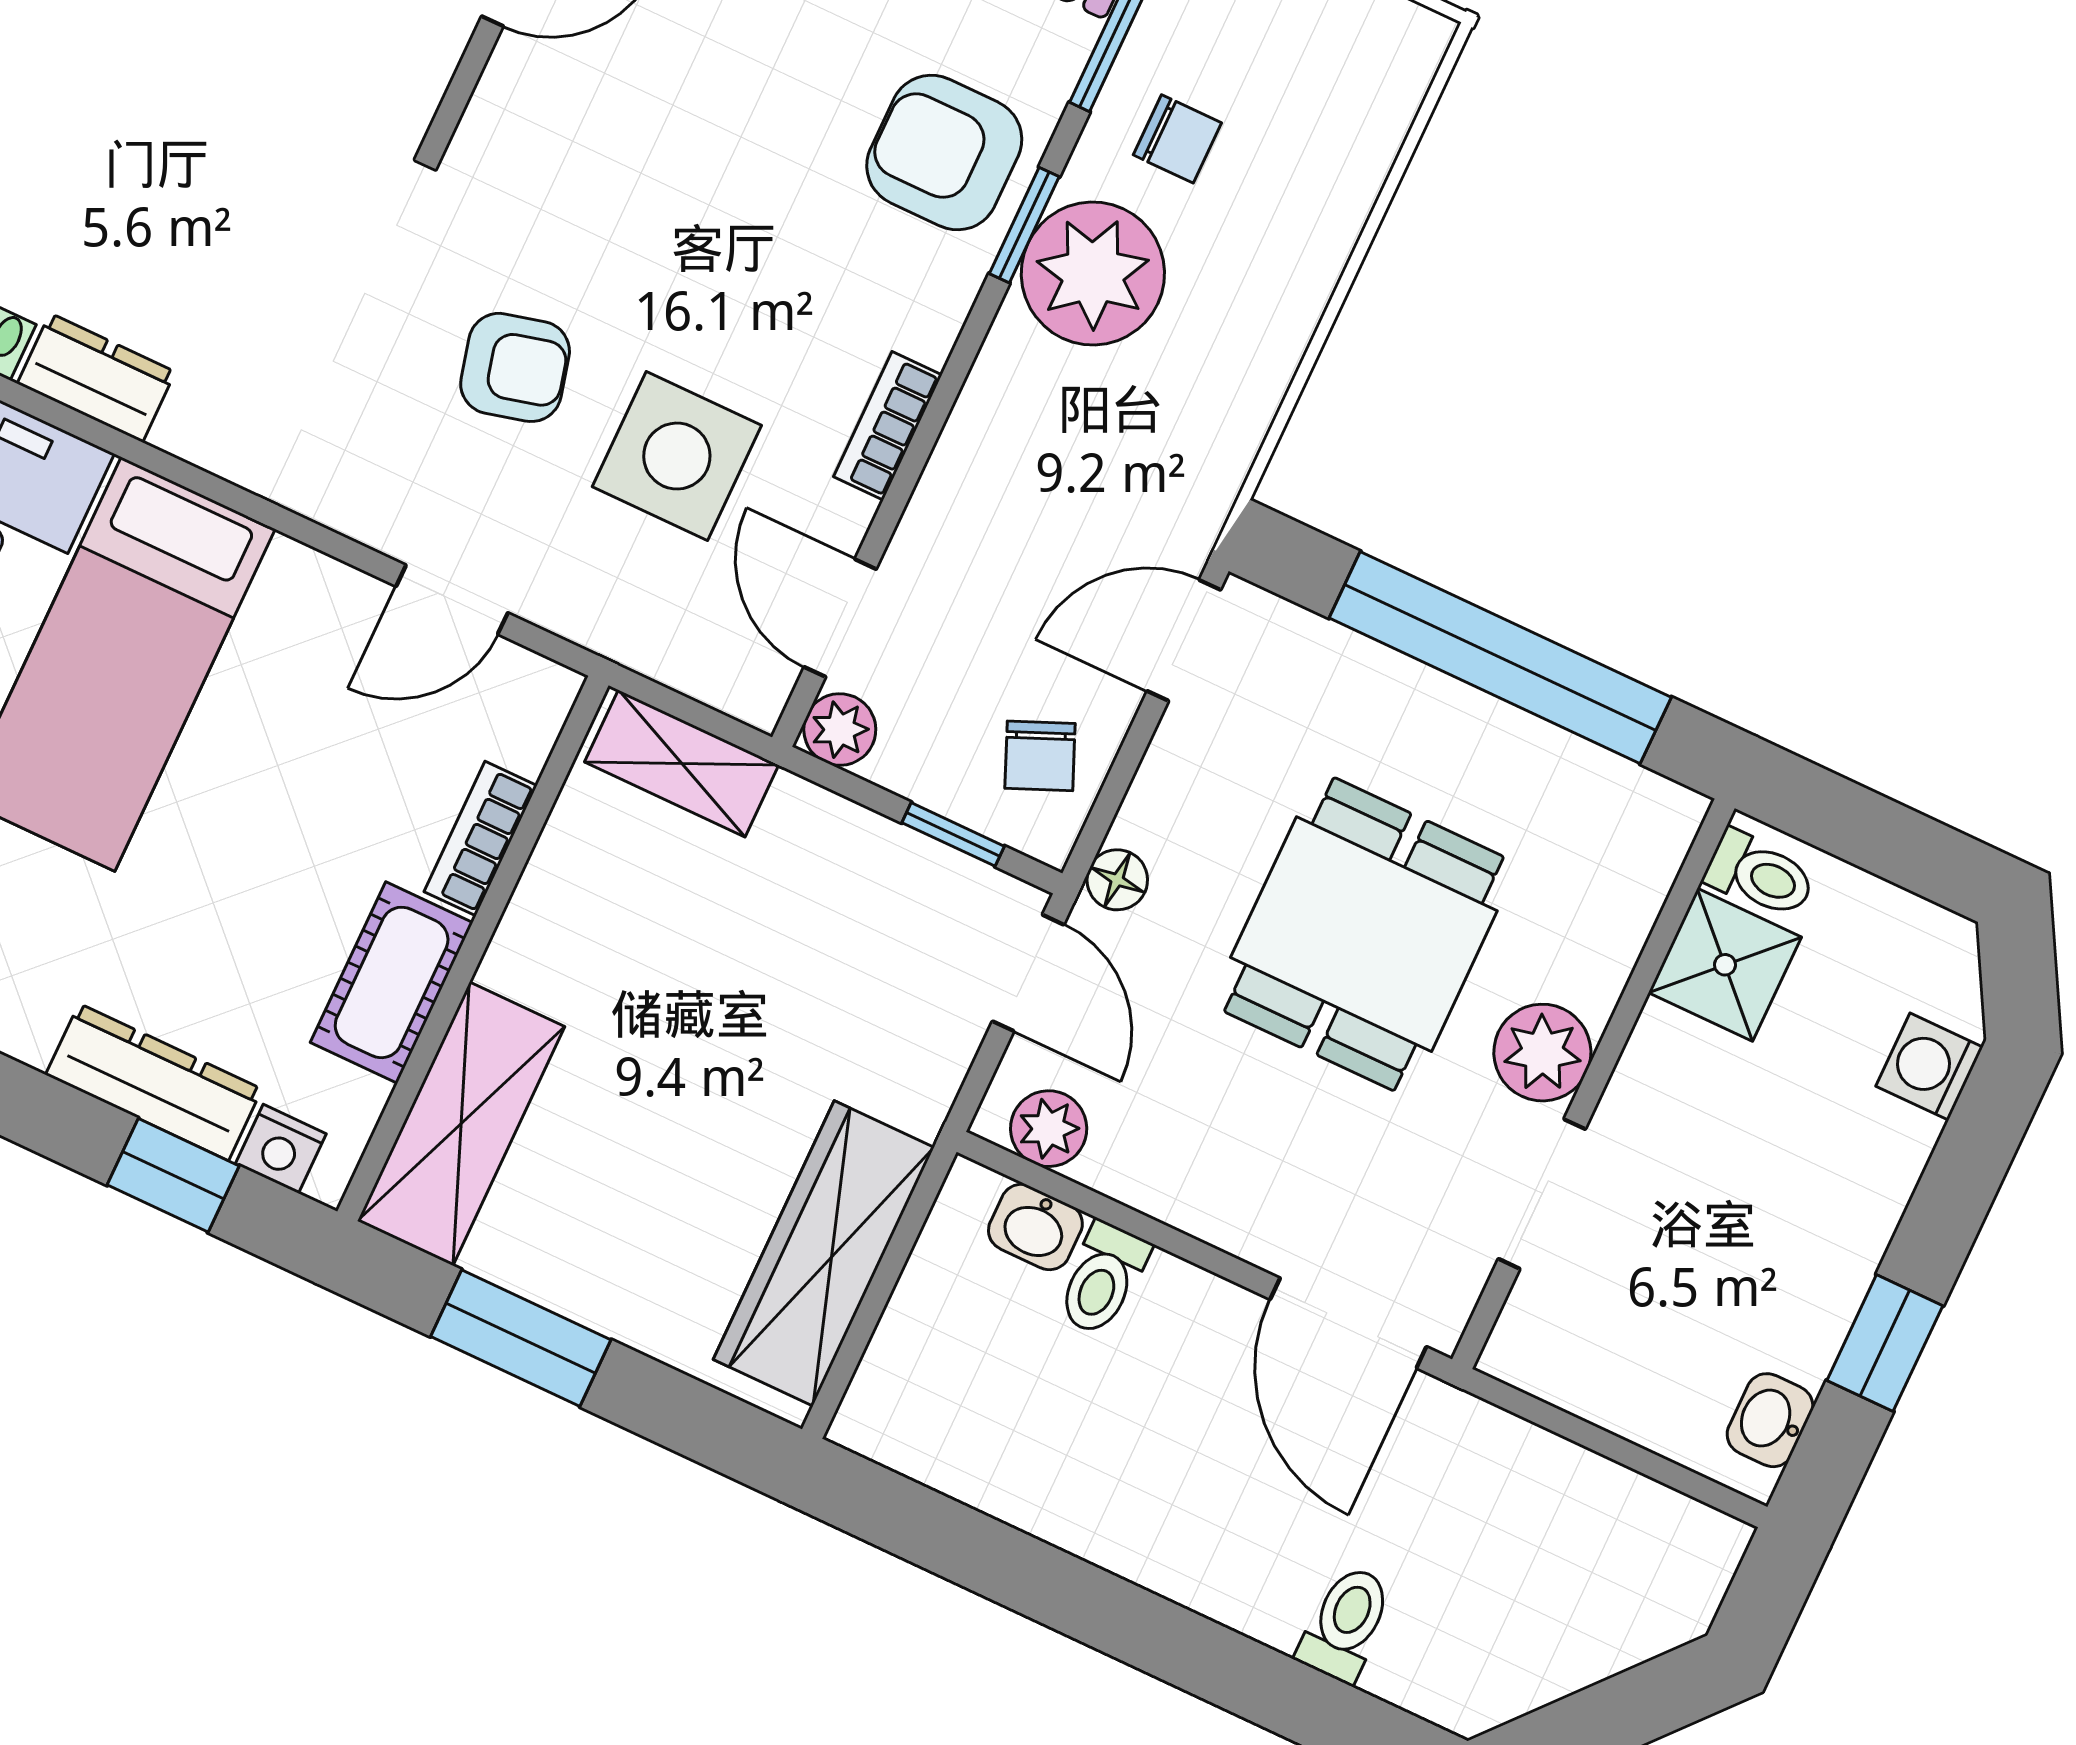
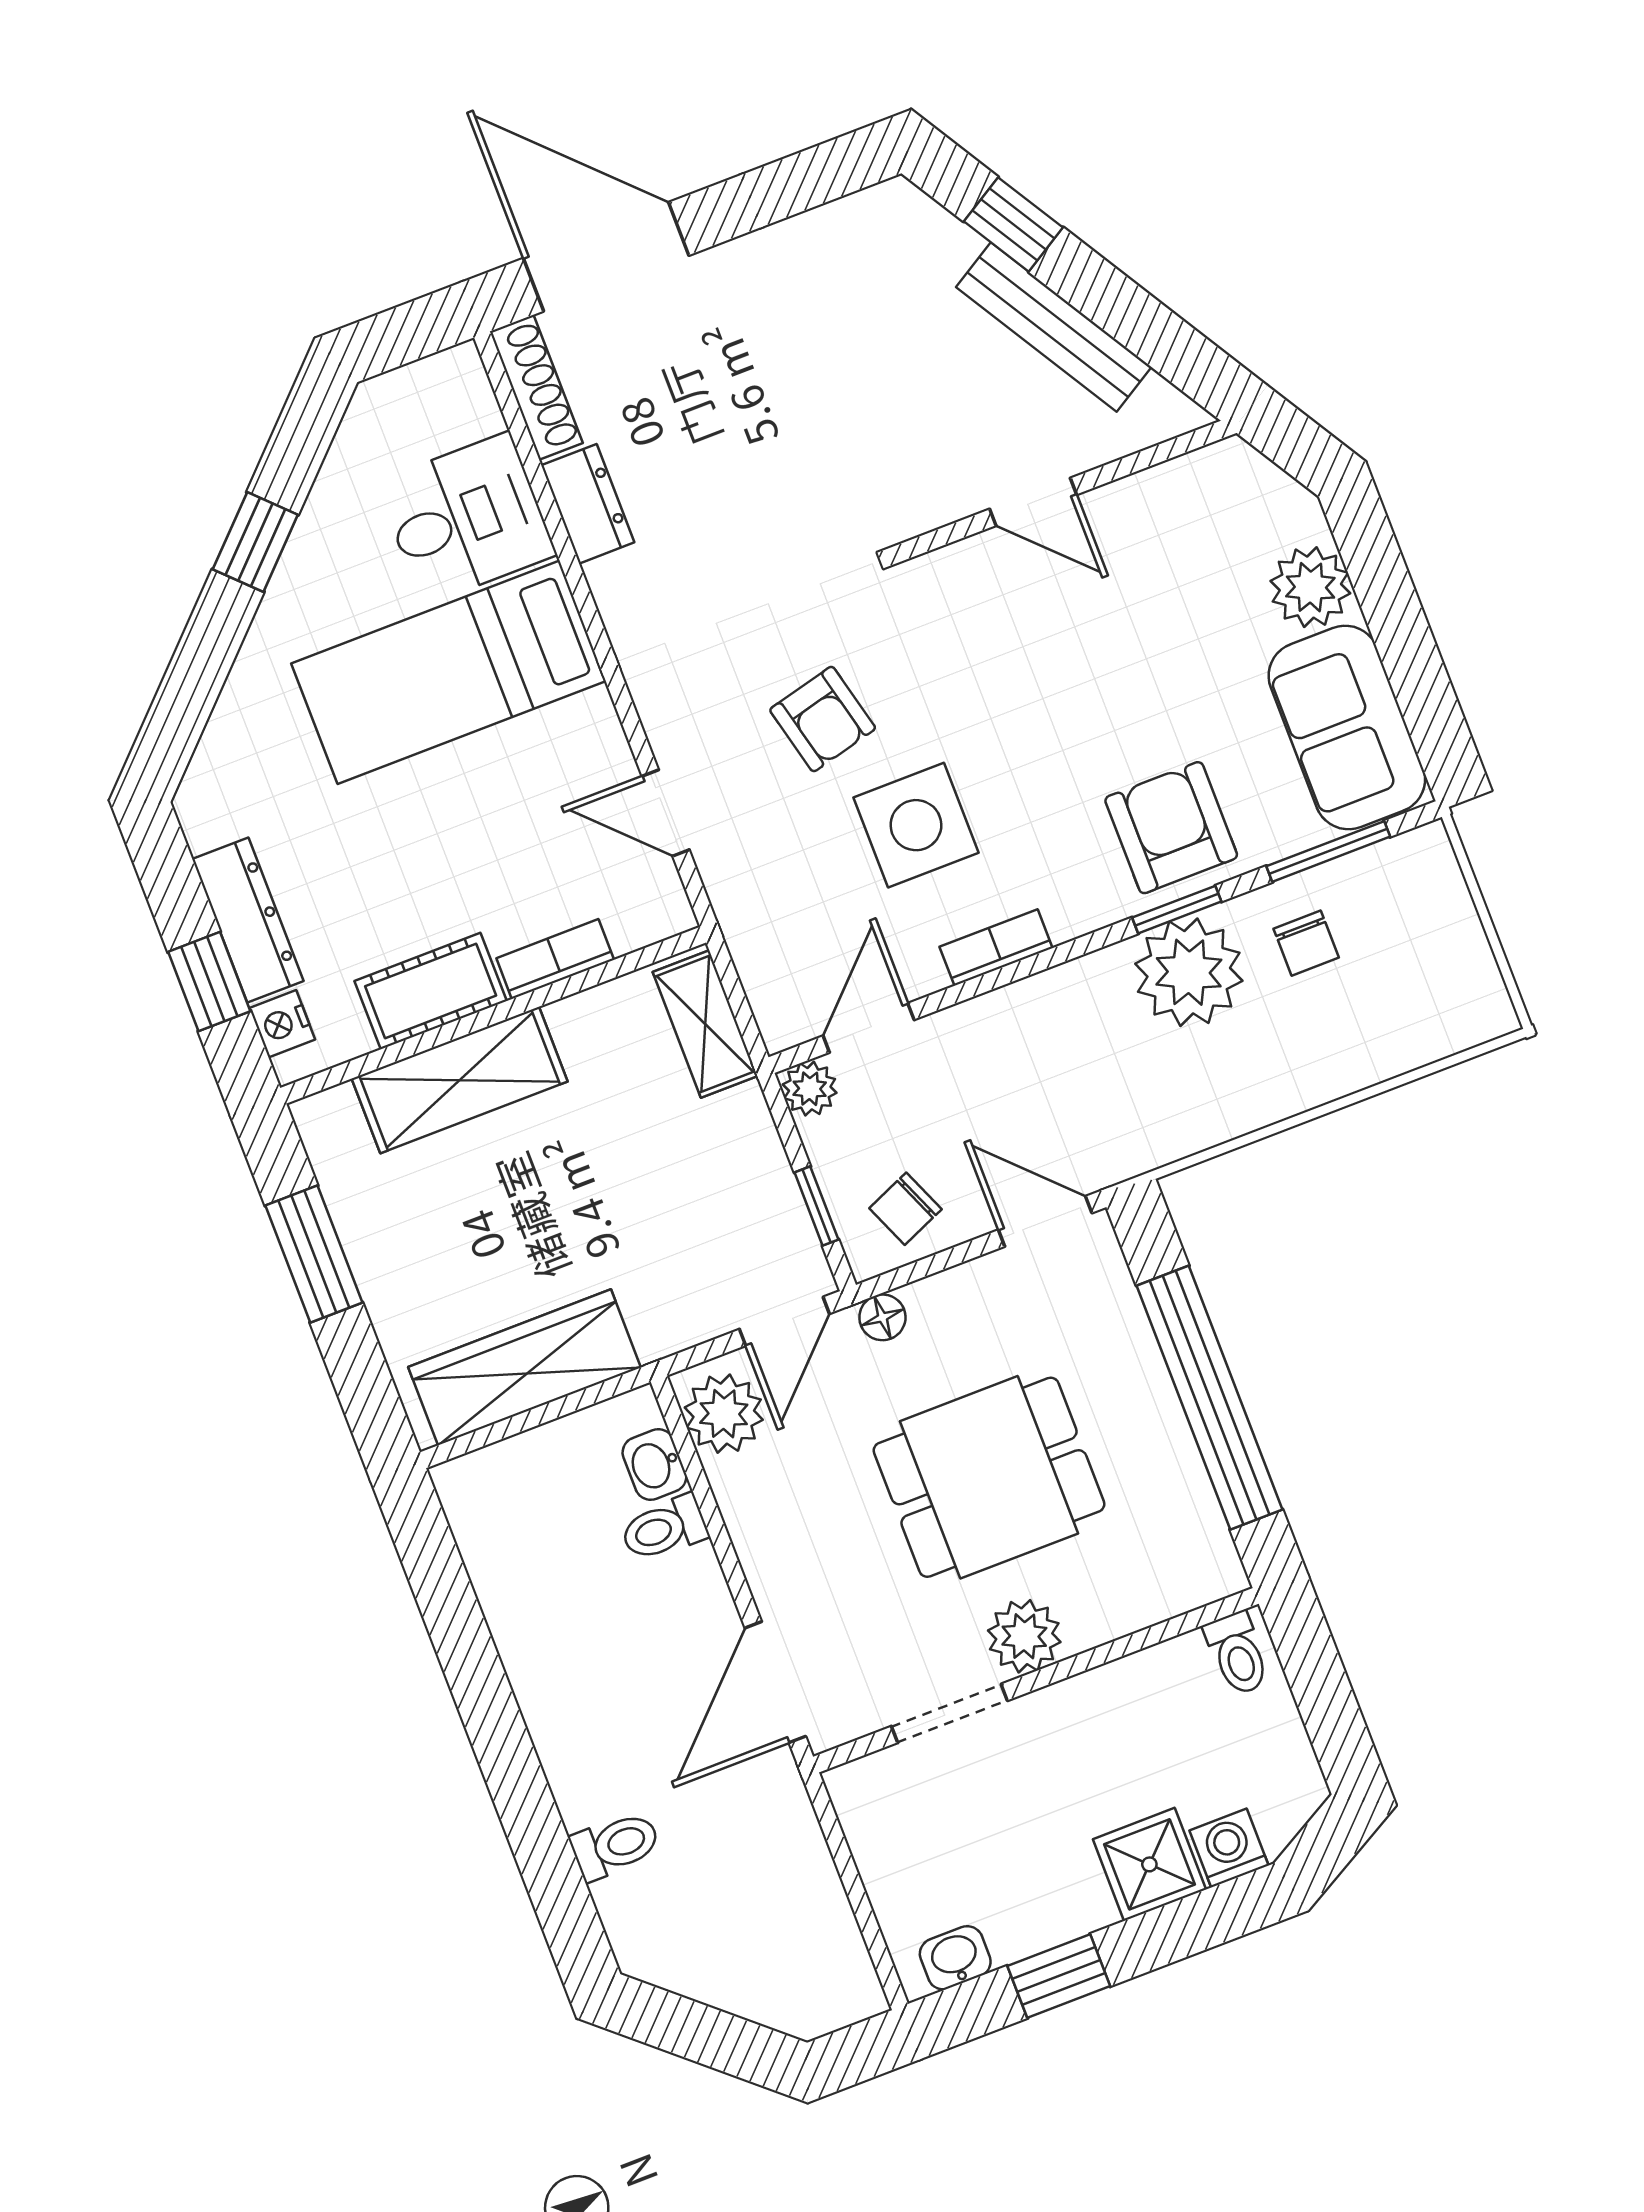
side table: (677, 456) -> (916, 825), moved
shower: (1725, 965) -> (1149, 1864), moved
shelving: (461, 1124) -> (460, 1080), moved
plant: (1049, 1129) -> (724, 1414), width x1.38, depth x1.38

